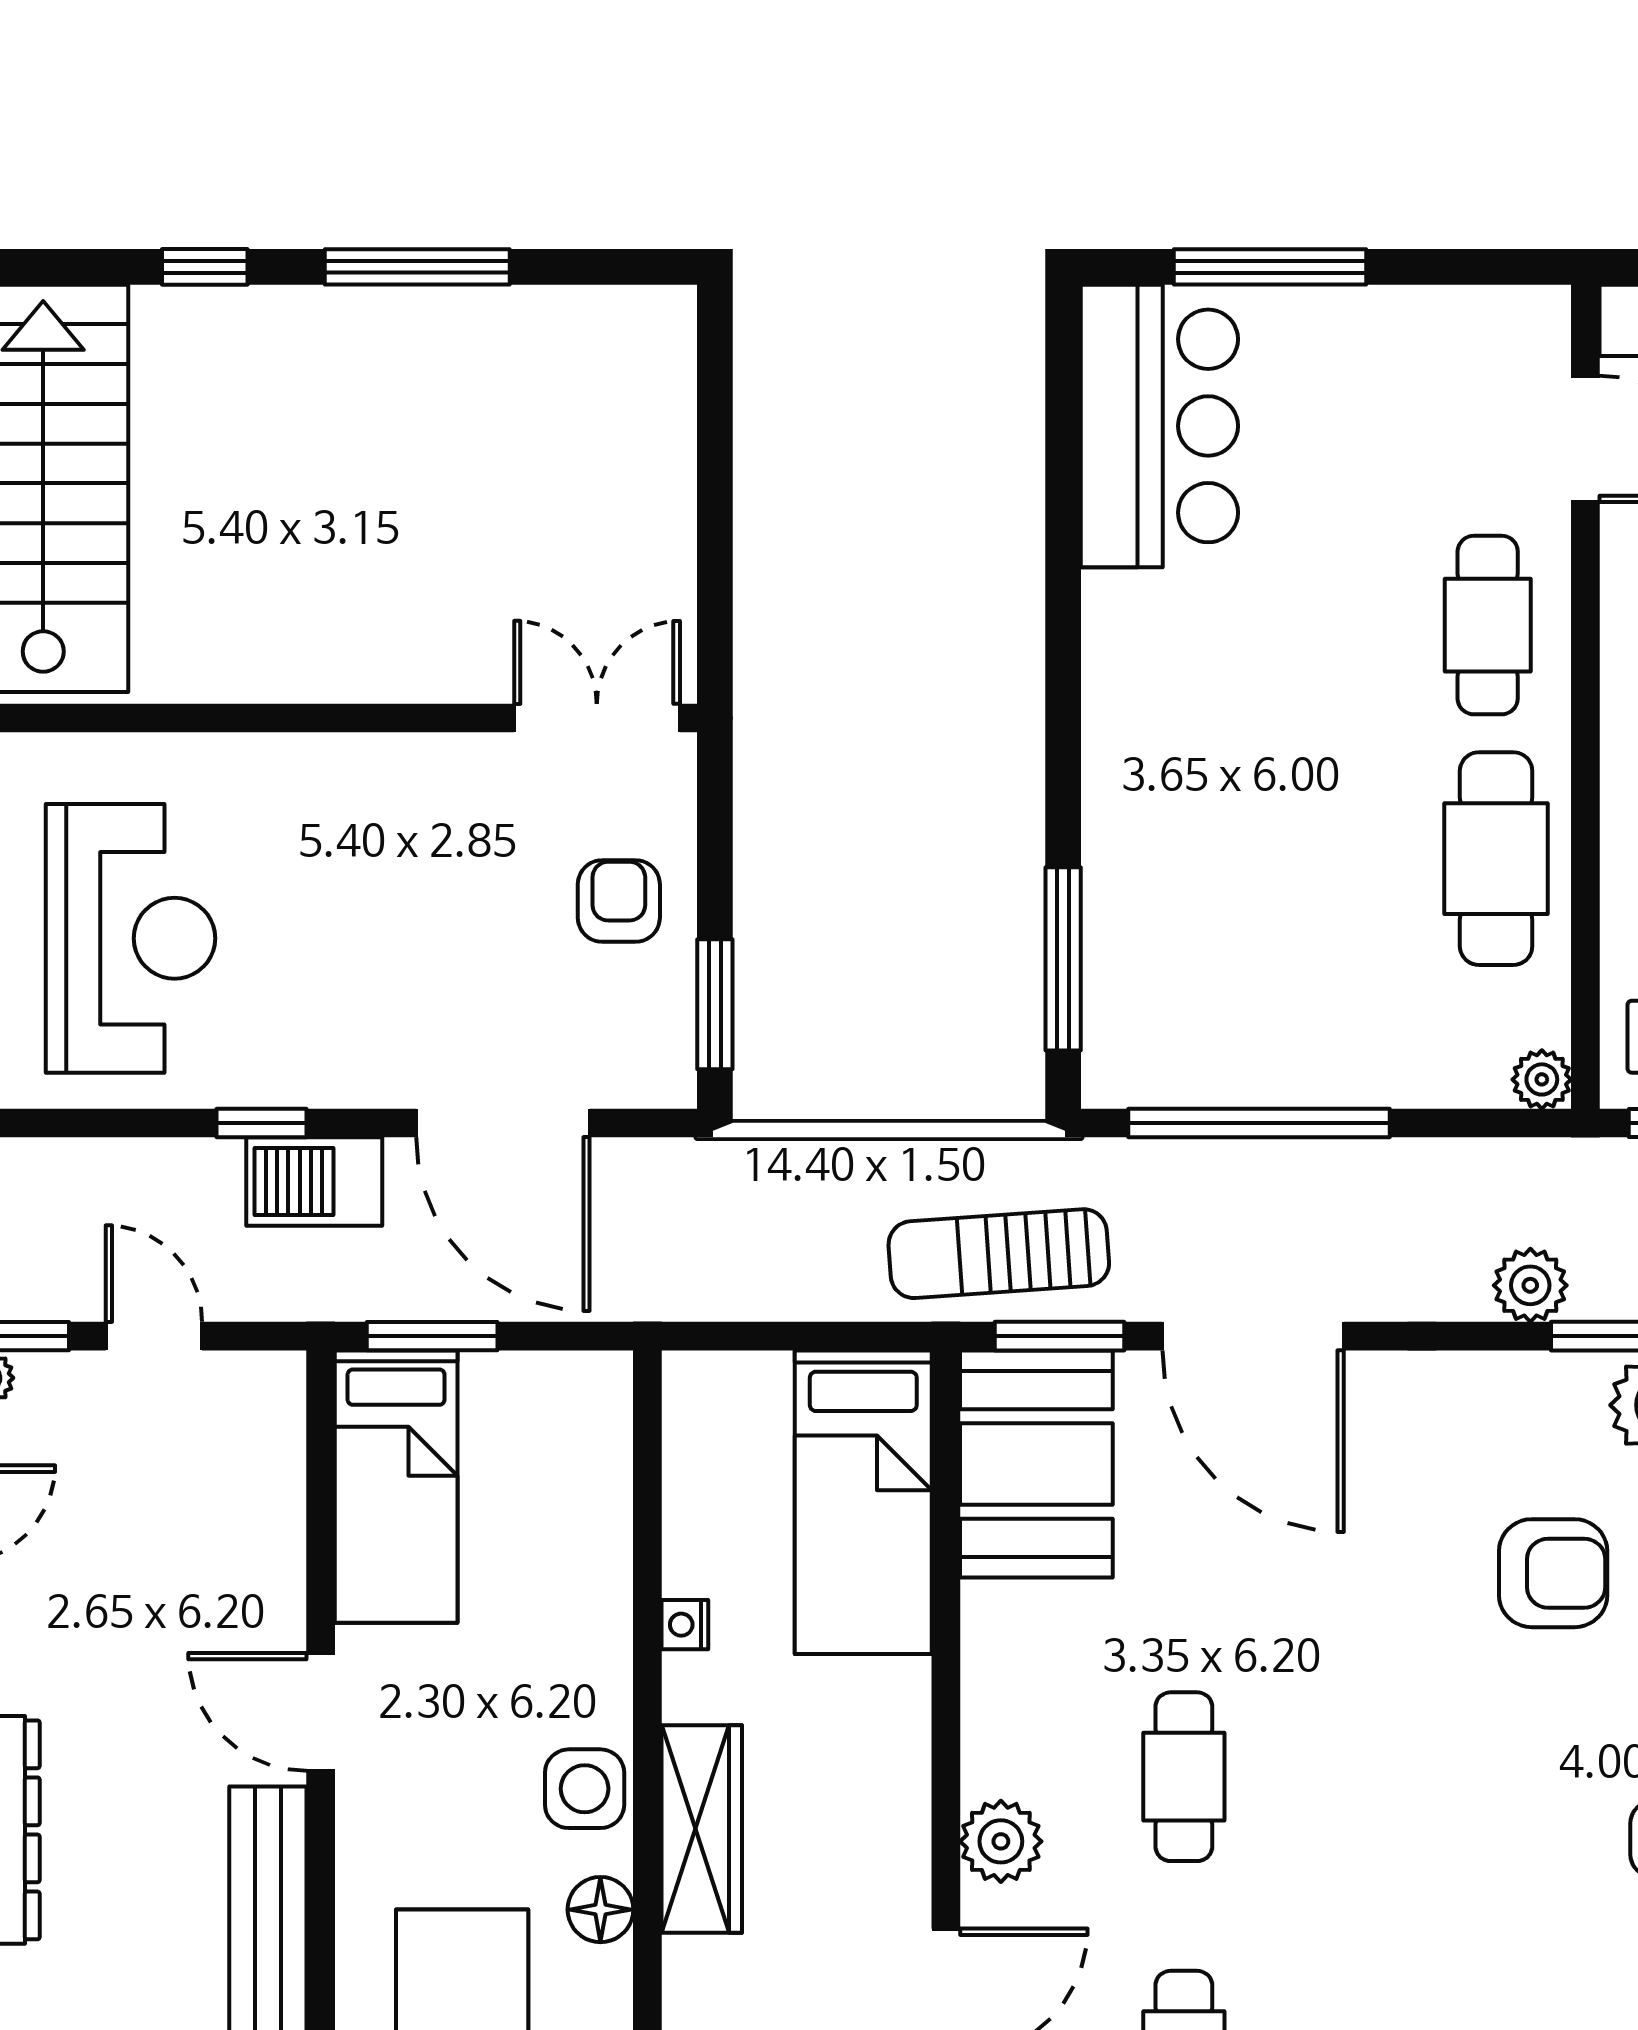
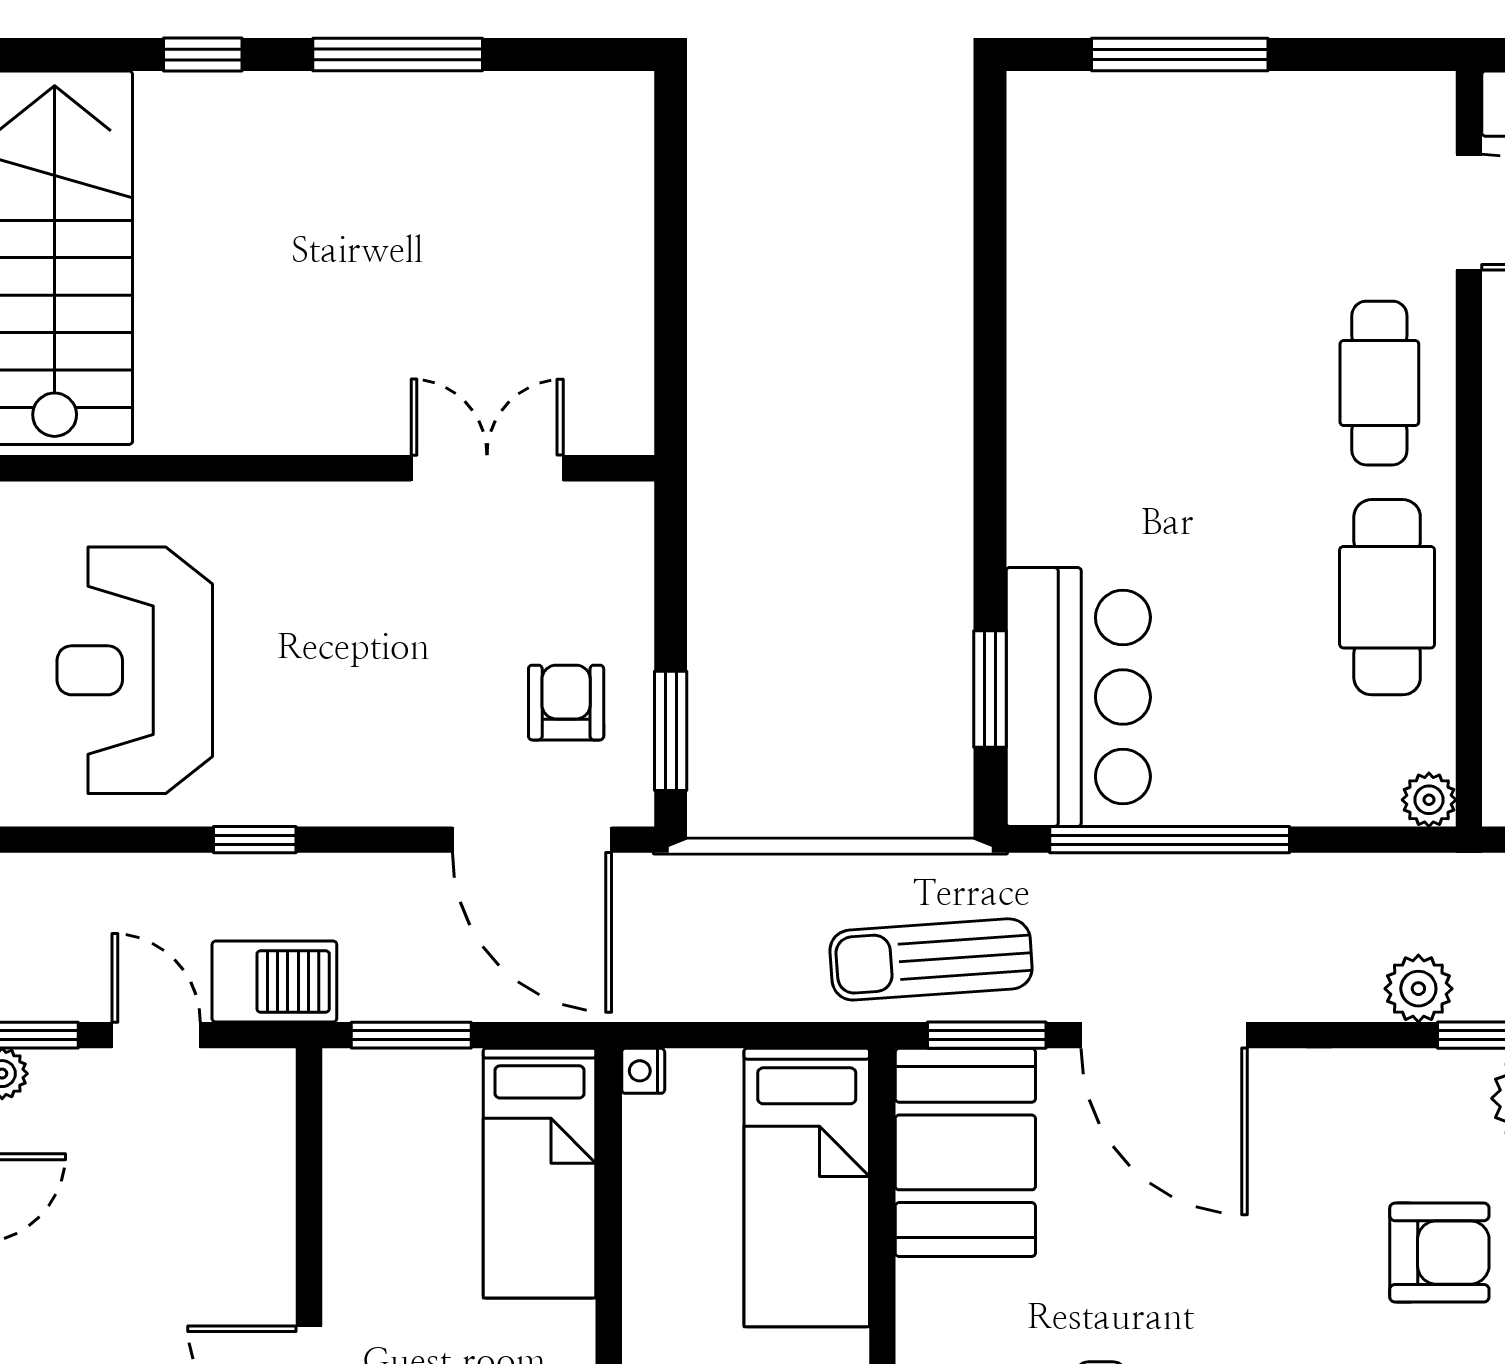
bar counter: (1159, 426) -> (1078, 697), moved
double door: (597, 718) -> (487, 468), moved
armchair: (619, 901) -> (566, 703), moved
reception desk: (131, 938) -> (135, 670), turned 180
window: (1063, 959) -> (990, 689), width x0.69
door: (503, 1123) -> (532, 840), moved
barbecue: (314, 1181) -> (274, 982), moved, turned 180
bed: (396, 1487) -> (540, 1173), moved
nightstand: (685, 1625) -> (643, 1071), moved

